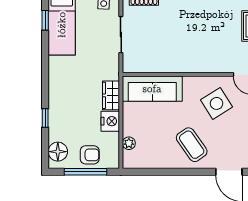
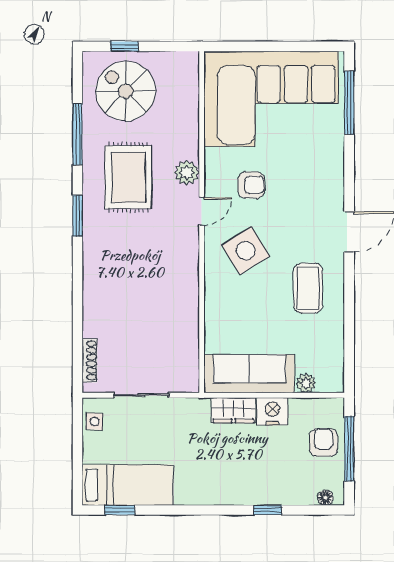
sofa: (152, 89) -> (249, 374), moved, turned -90
coffee table: (192, 145) -> (308, 288), turned -55
floor lamp: (58, 152) -> (325, 498), width x0.53, depth x0.53

